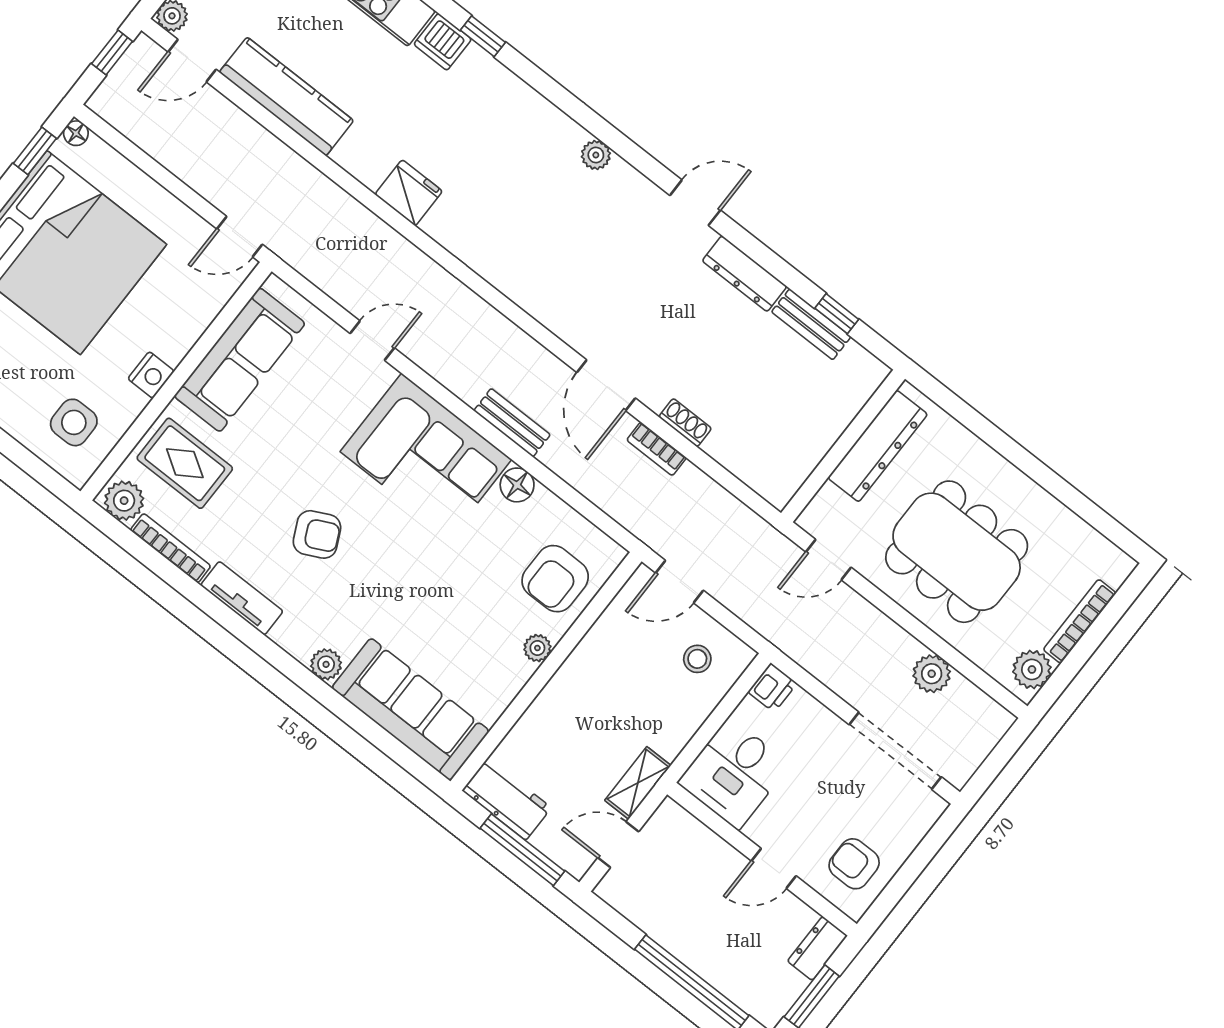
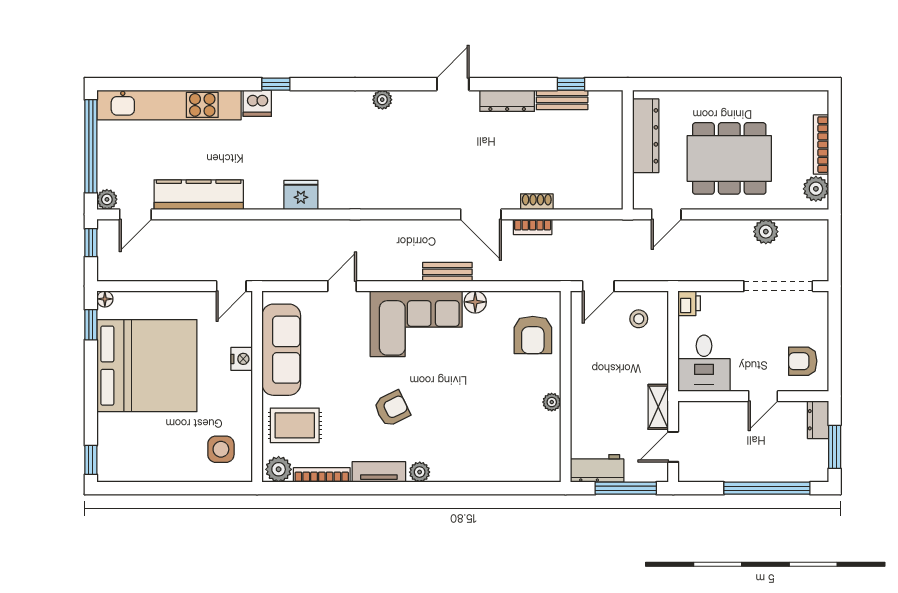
nightstand: (151, 375) -> (242, 359), moved
plant: (537, 648) -> (552, 402), moved
plant: (326, 664) -> (420, 472), moved
sofa: (410, 709) -> (511, 461), removed

